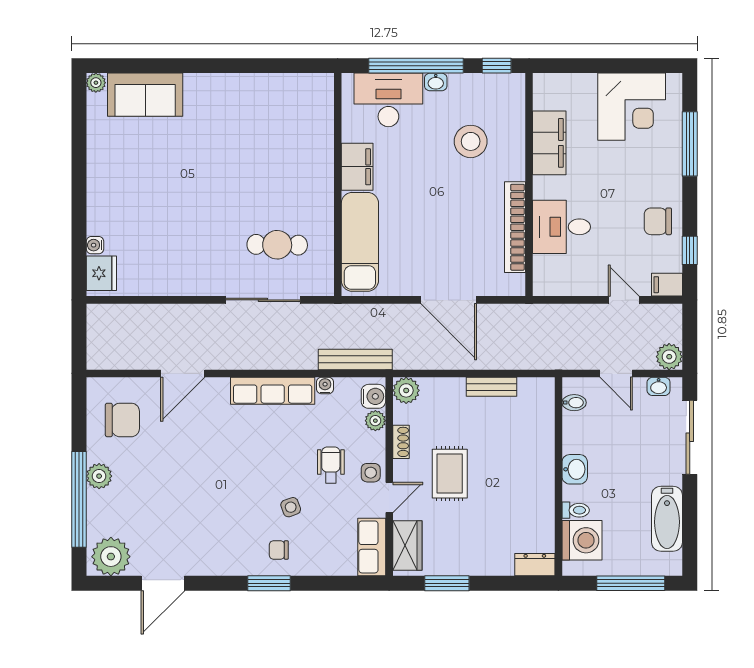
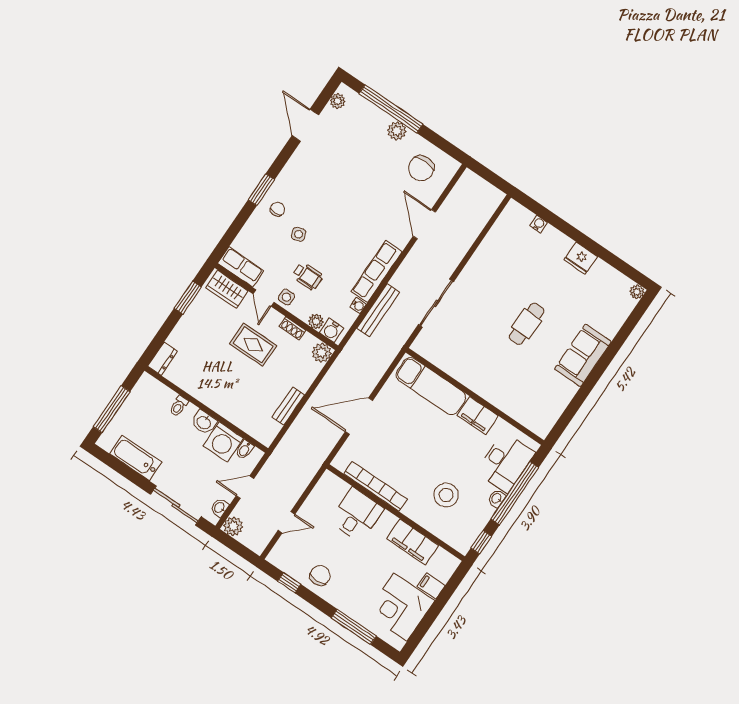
sofa: (145, 95) -> (583, 355), moved
cafe table: (277, 245) -> (527, 324), moved
fridge: (101, 273) -> (581, 258), moved
filing cabinet: (667, 285) -> (431, 586), moved, turned -90
bench: (355, 359) -> (378, 310), moved
washing machine: (582, 540) -> (223, 442), moved
plant: (111, 557) -> (338, 101), width x0.53, depth x0.53

